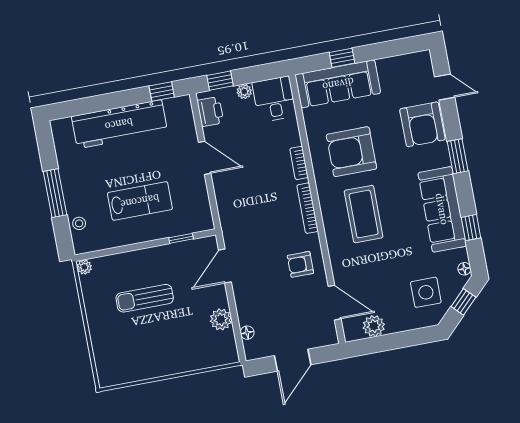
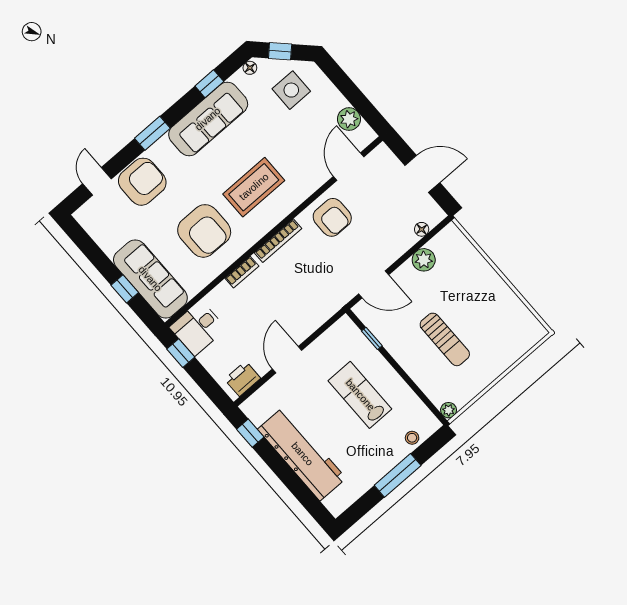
window: (220, 81) -> (181, 353), moved
plant: (244, 92) -> (207, 359), removed
armchair: (300, 264) -> (332, 217), width x1.38, depth x1.38

